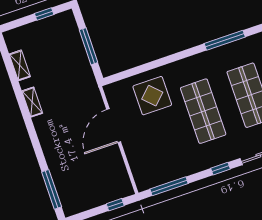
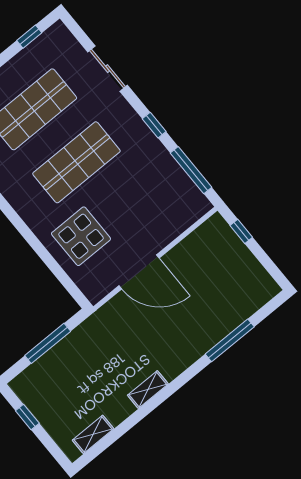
shelving: (20, 65) -> (93, 434), moved
window: (220, 169) -> (154, 125), moved
window: (52, 189) -> (230, 340), moved

